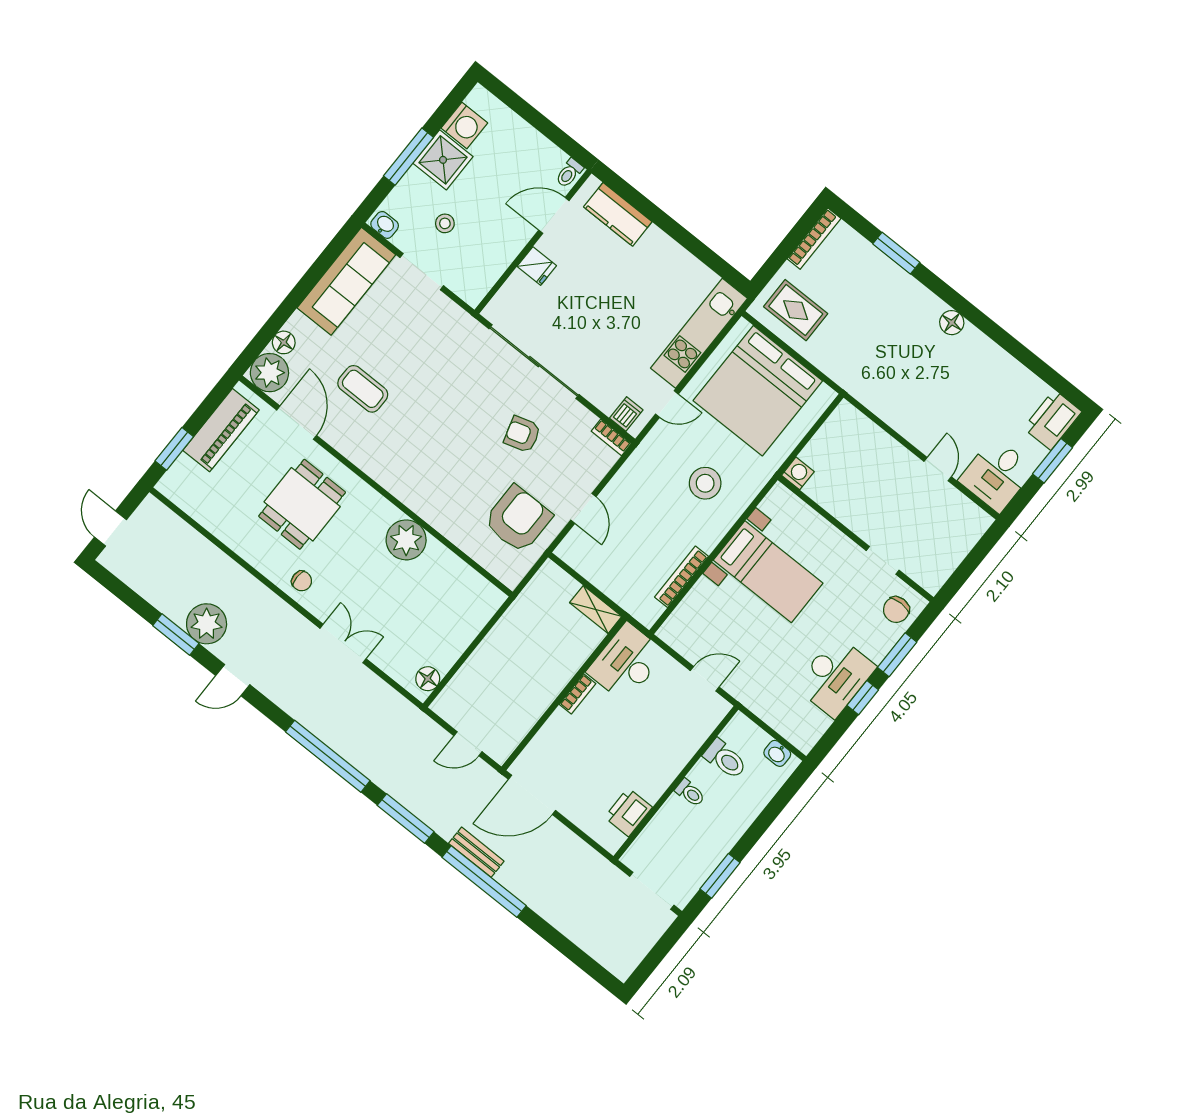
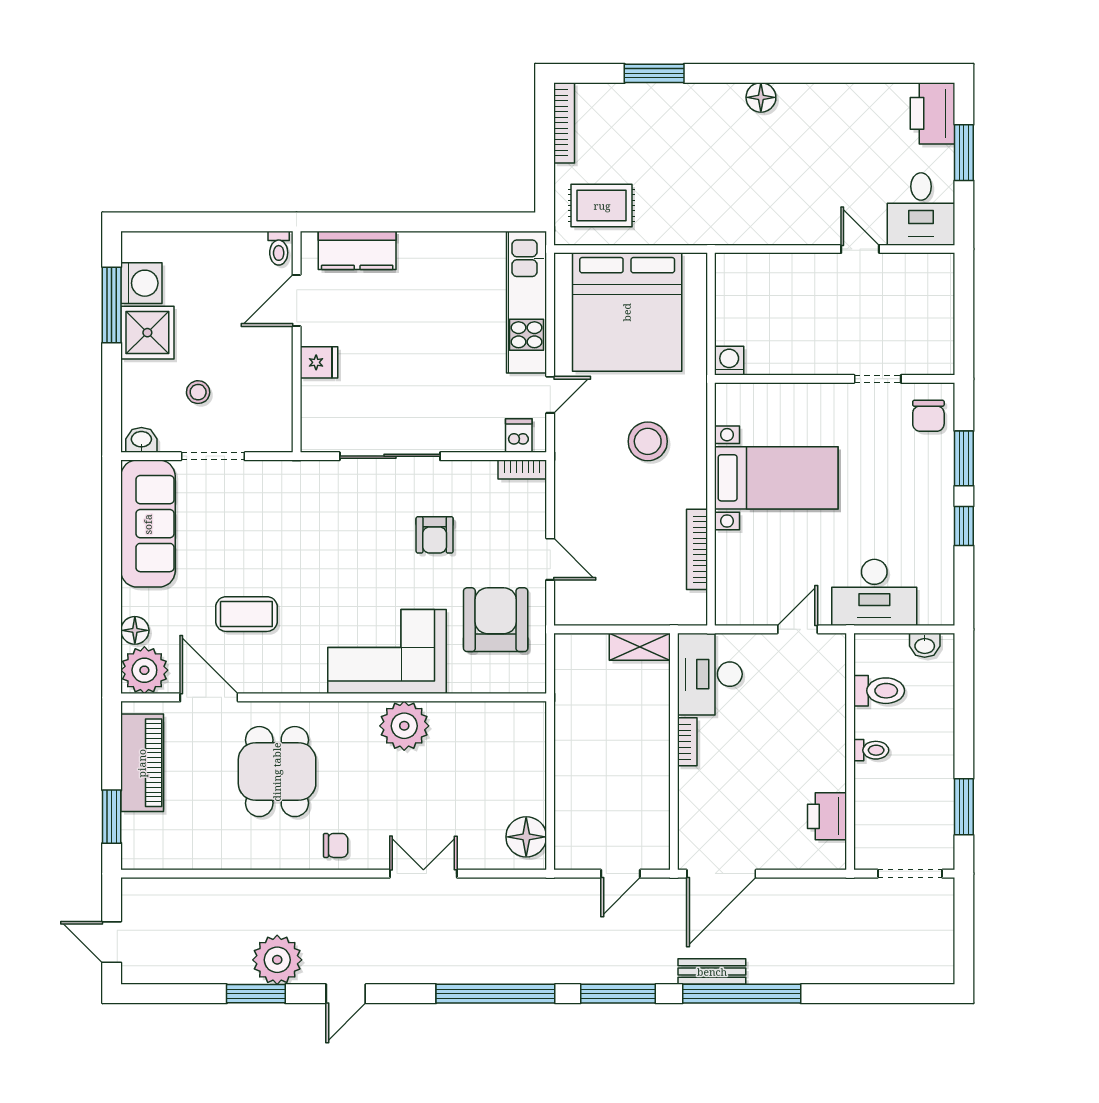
window: (408, 157) -> (112, 305), moved
sliding door: (534, 362) -> (390, 456), width x0.73
armchair: (522, 434) -> (435, 535), turned -73
corner sofa: (433, 484) -> (387, 652), added
desk: (835, 677) -> (874, 592), moved, turned 90
floor lamp: (428, 679) -> (526, 837), width x1.38, depth x1.38

